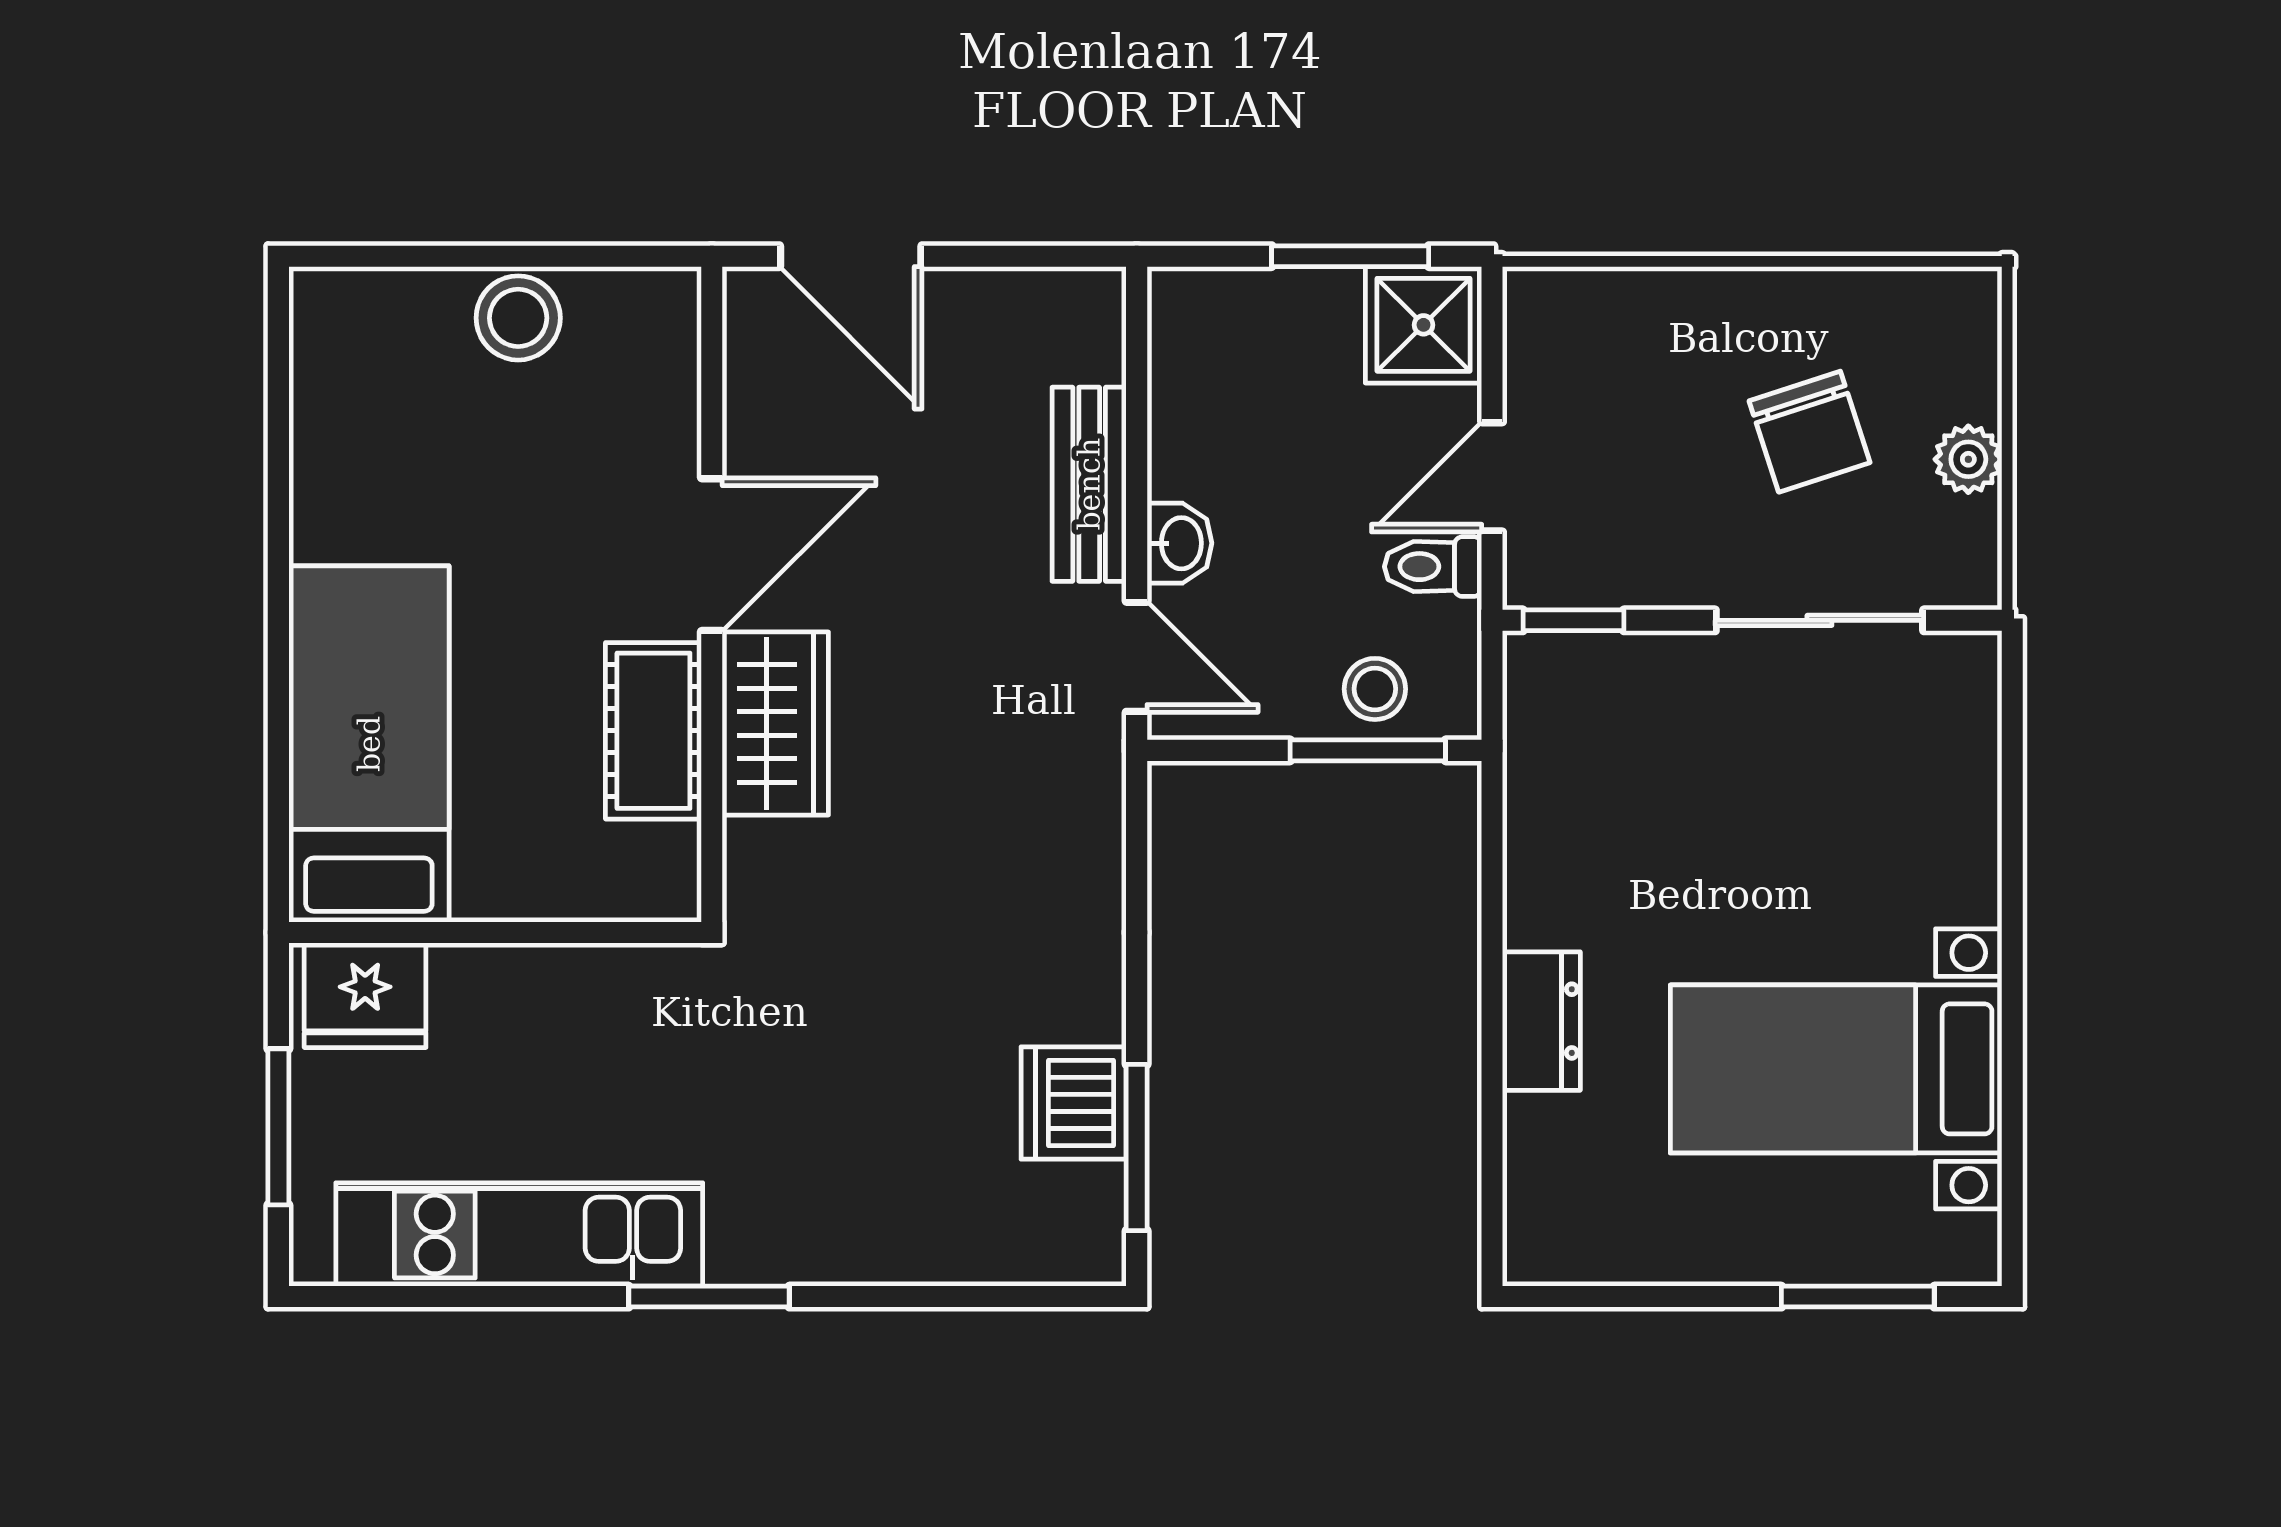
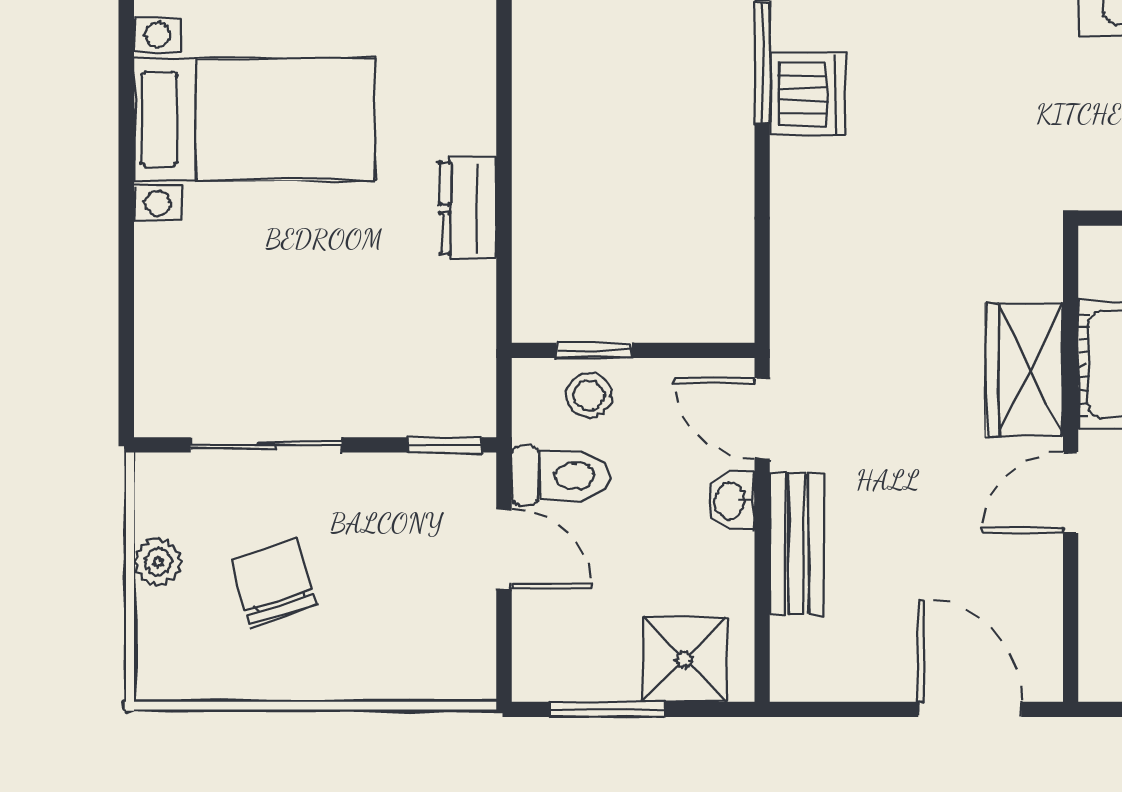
shower: (1423, 325) -> (684, 659), moved
door: (1492, 477) -> (504, 549), hinge flipped
door: (712, 555) -> (1071, 493), width x0.73
toilet: (1433, 567) -> (561, 476), width x1.37, depth x1.39
window: (1368, 750) -> (594, 350), width x0.67
dresser: (1541, 1021) -> (468, 208), moved

